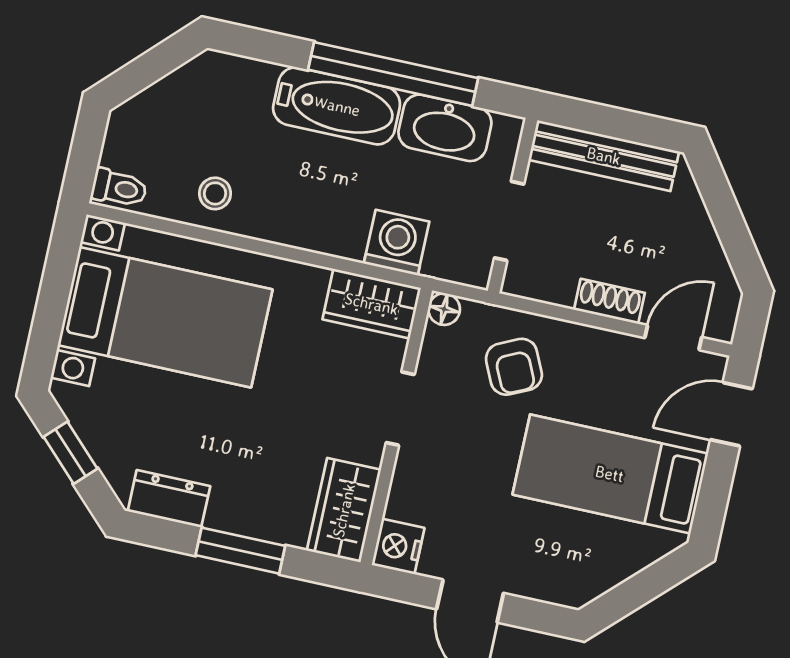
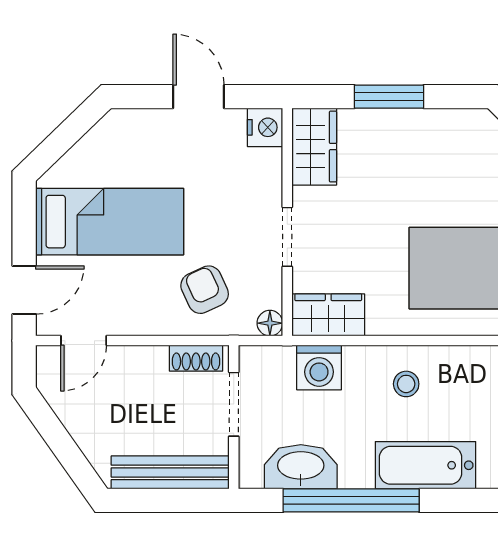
bathtub: (337, 106) -> (426, 465), moved
stool: (215, 193) -> (406, 384), moved
shoe rack: (609, 301) -> (196, 358), moved
dresser: (169, 499) -> (455, 125), removed

